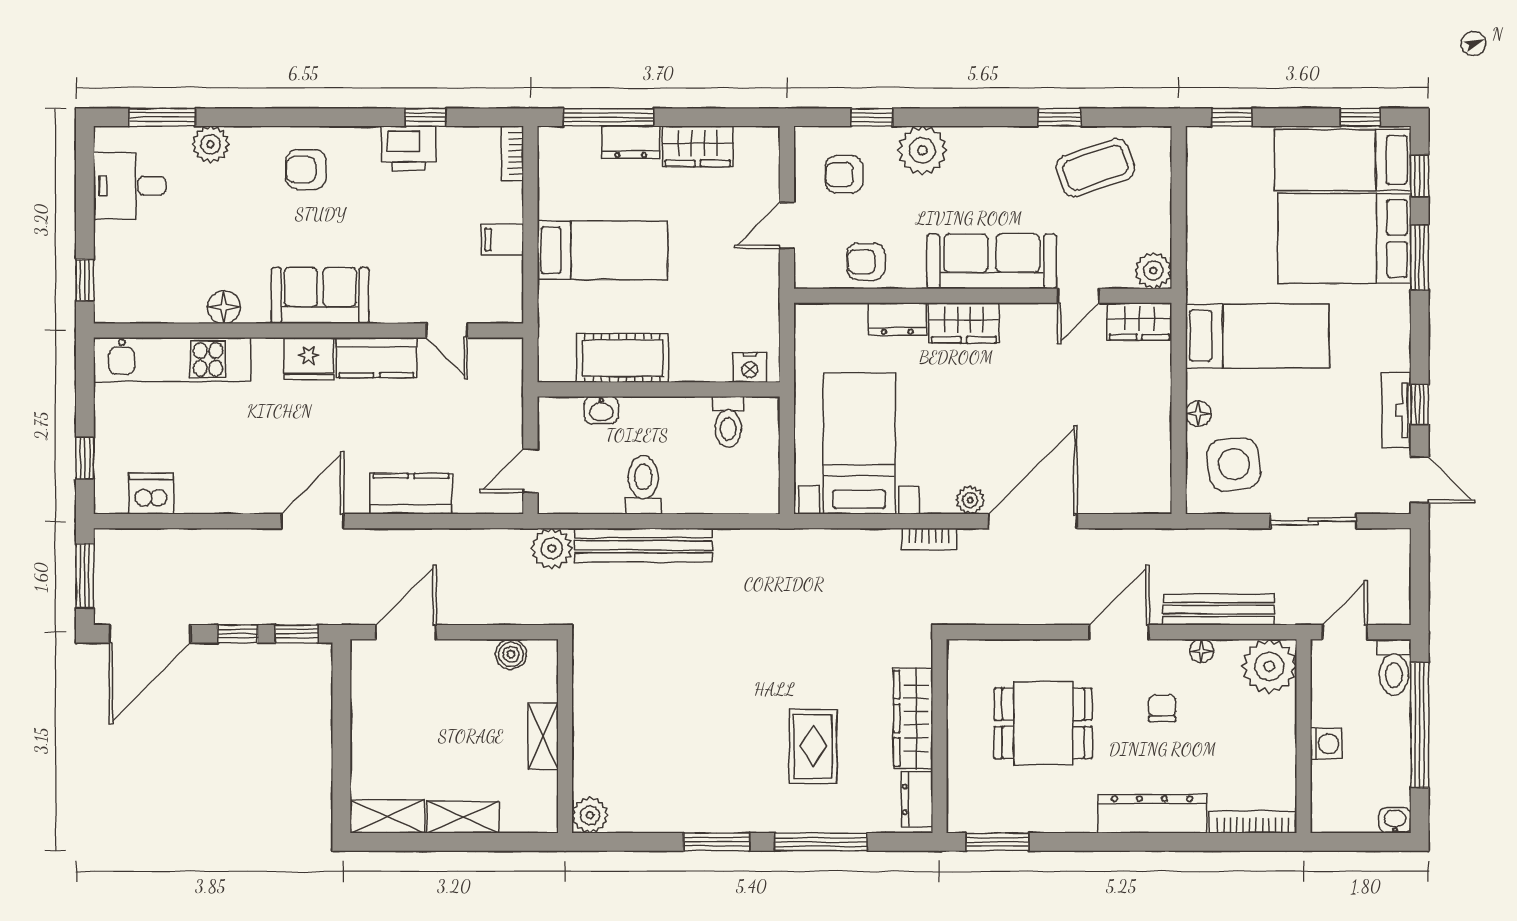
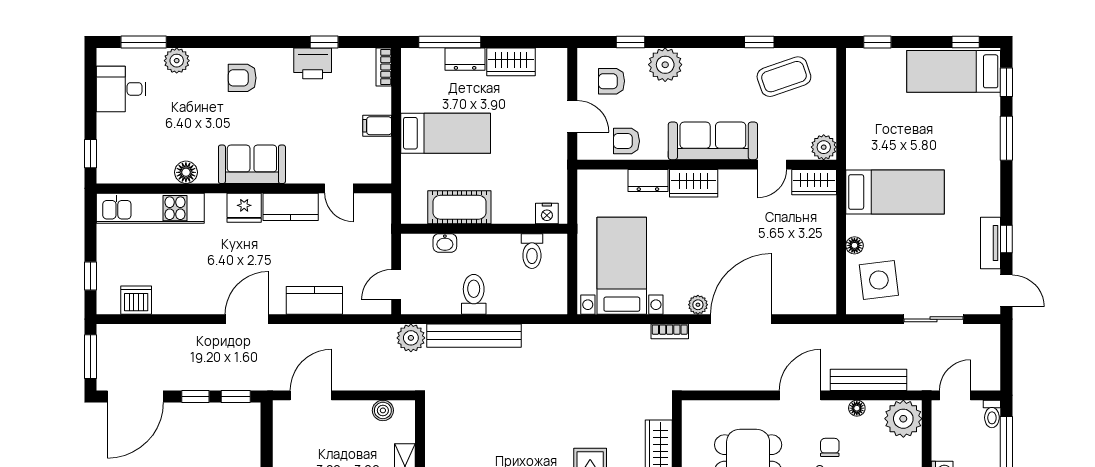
door: (787, 225) -> (572, 116), swing flipped
bed: (1344, 238) -> (955, 125), removed
toilet: (1394, 667) -> (992, 414), width x0.73, depth x0.72

